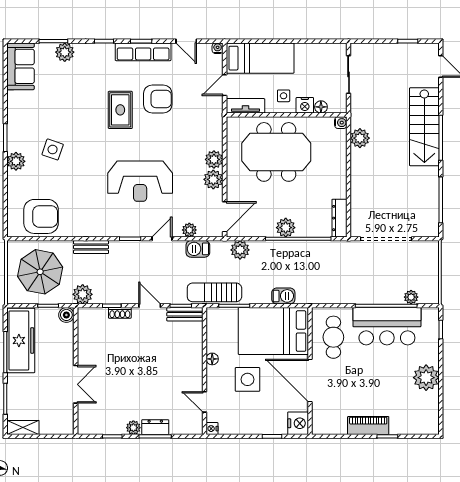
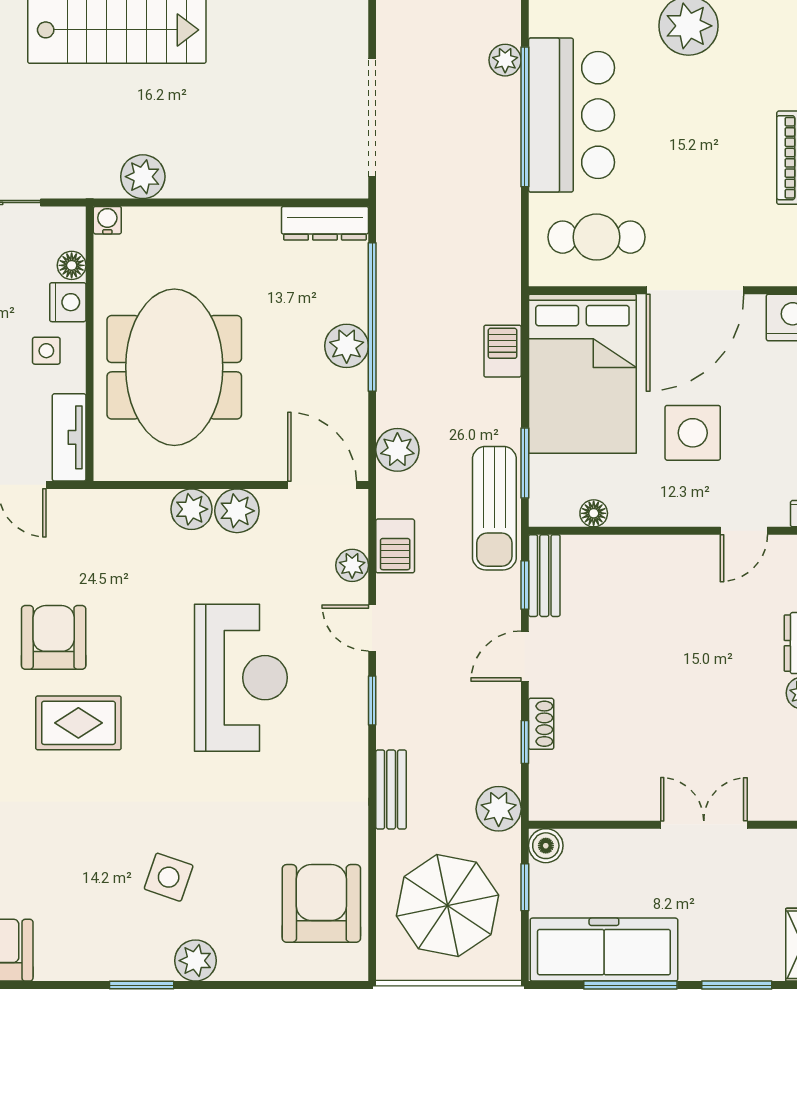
floor lamp: (212, 359) -> (594, 513), moved

